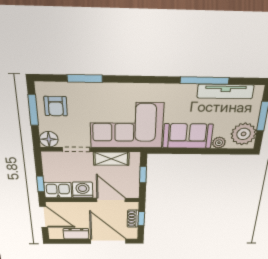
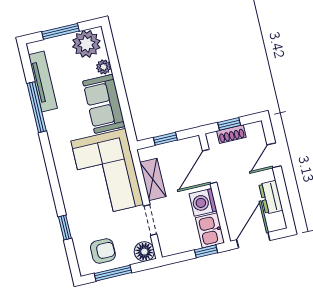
window: (85, 79) -> (65, 227), width x0.67
door: (108, 241) -> (274, 155), width x0.53

